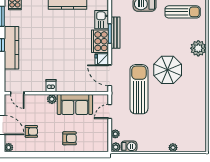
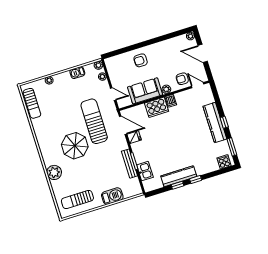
cooker: (100, 41) -> (157, 107), moved, turned 90
sun lounger: (139, 89) -> (94, 121), turned 180
door: (110, 112) -> (113, 94), hinge flipped
sun lounger: (199, 129) -> (32, 103), added
armchair: (31, 131) -> (182, 79), moved
barbecue: (129, 146) -> (77, 73), moved

